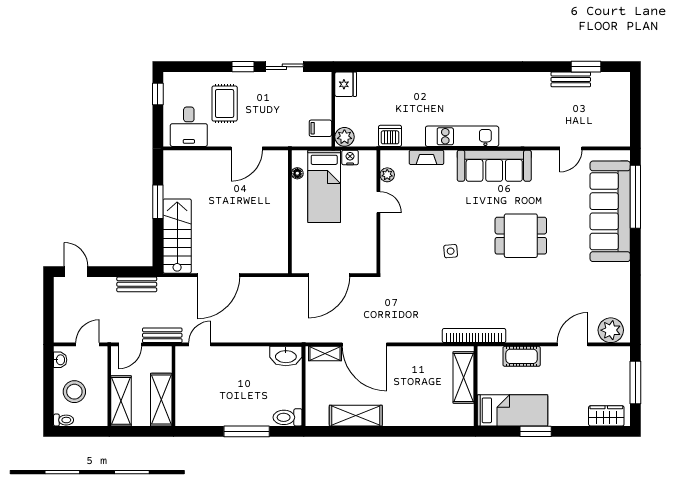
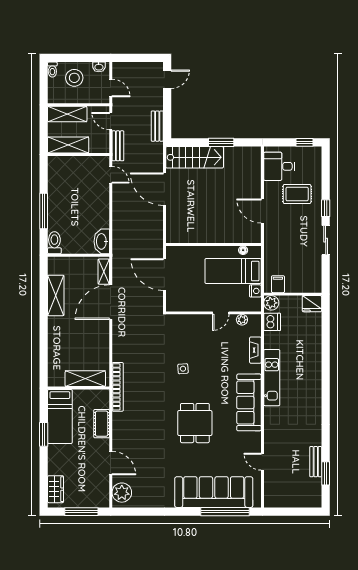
fridge: (346, 84) -> (312, 304), moved
wall: (333, 109) -> (293, 294), moved
filing cabinet: (320, 128) -> (278, 284), moved
plant: (344, 137) -> (271, 303), moved

